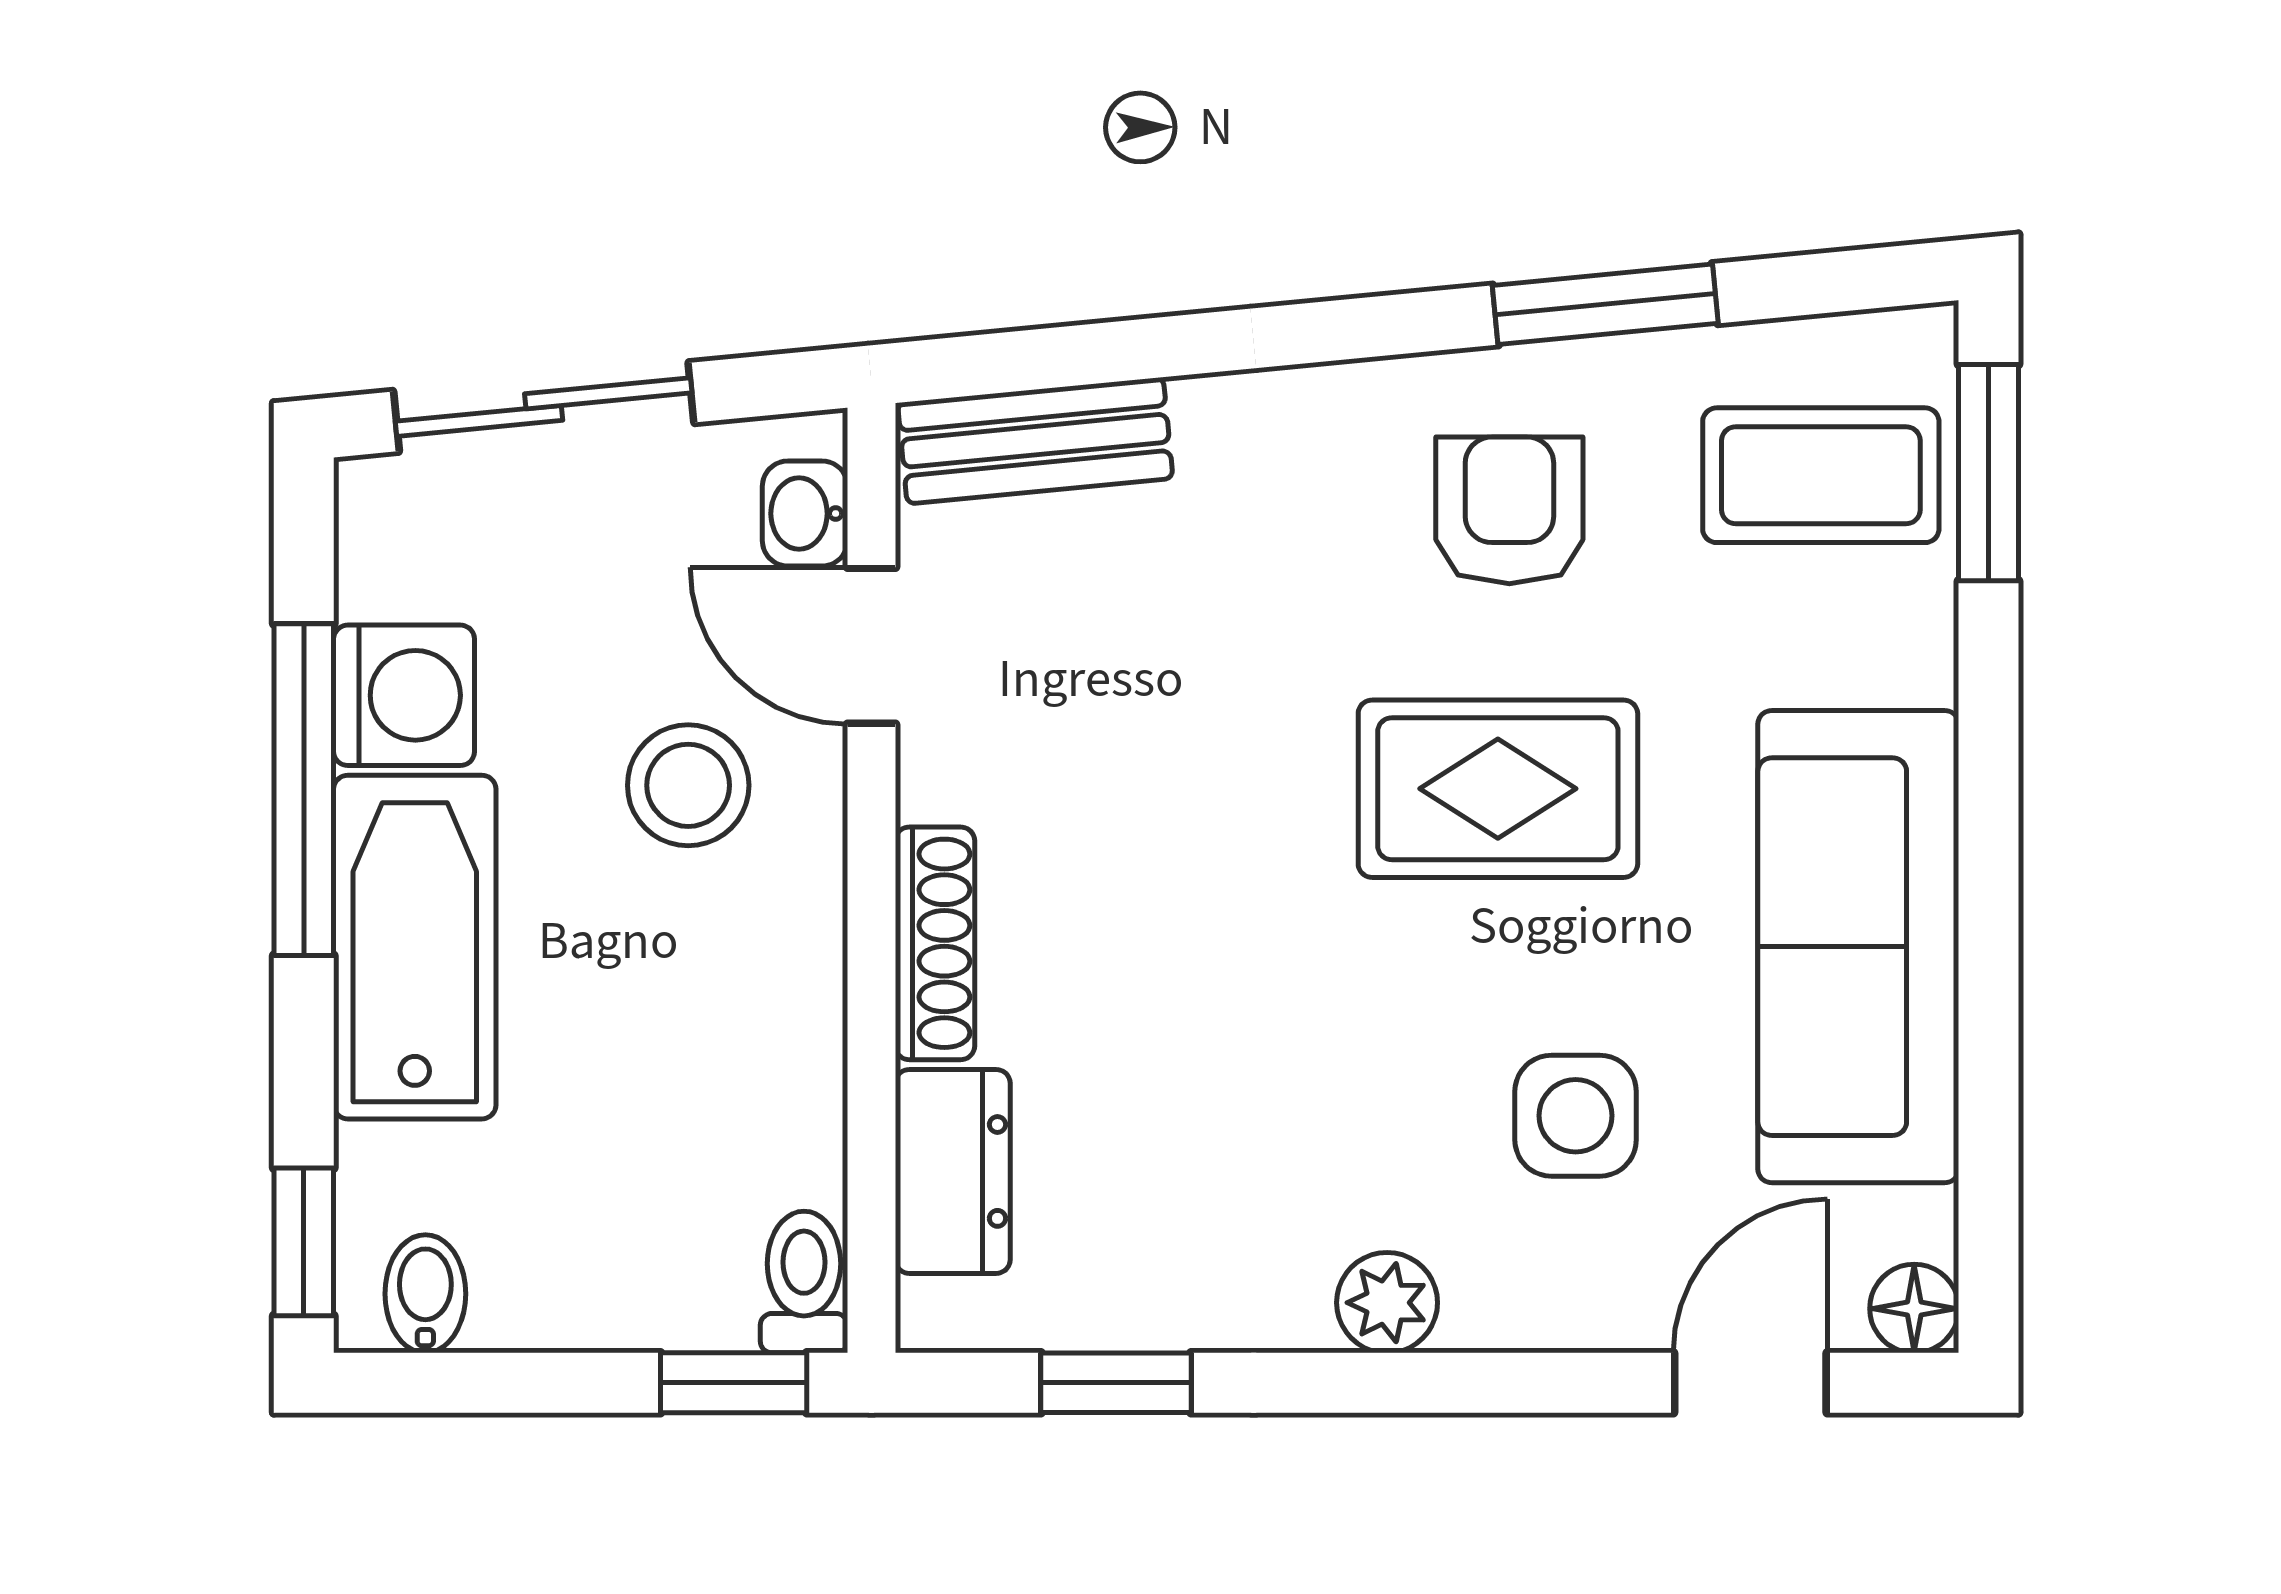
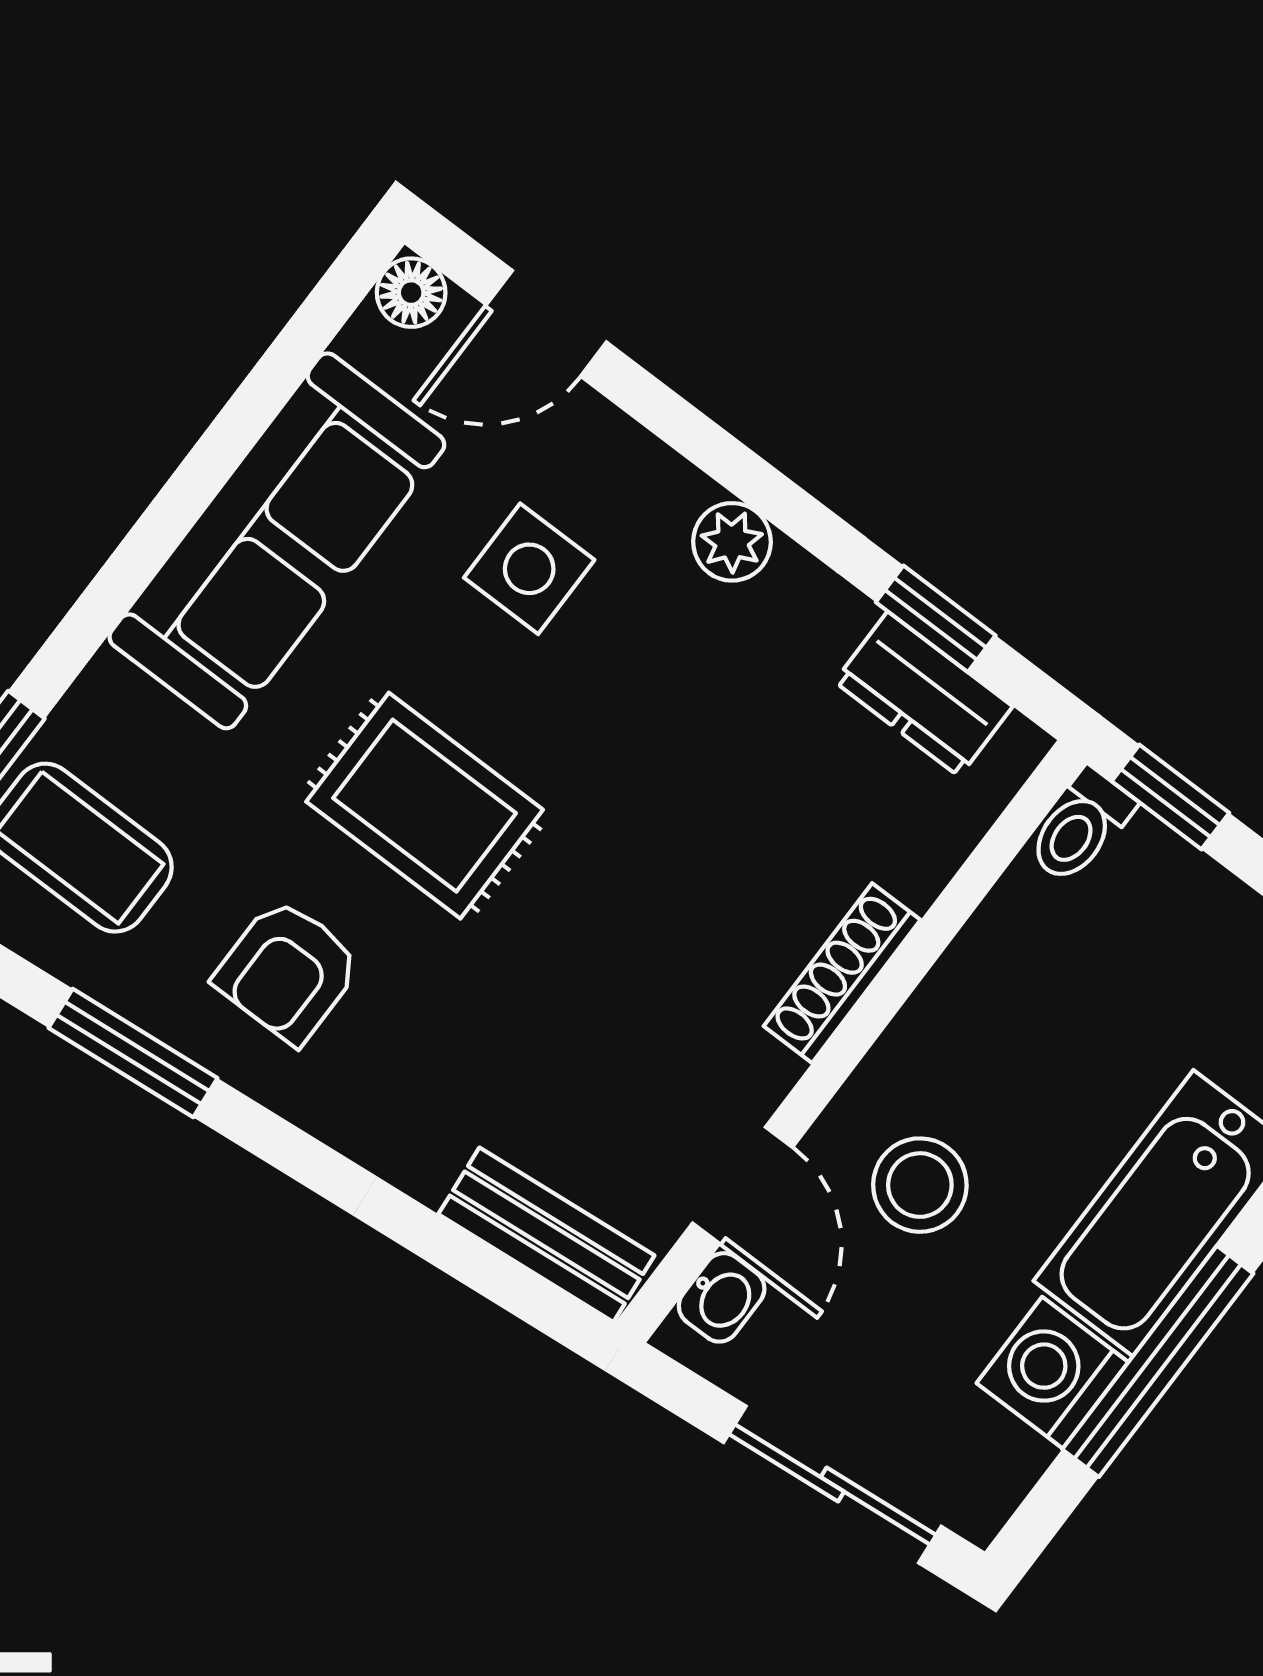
dresser: (953, 1171) -> (923, 694), moved, turned -90

